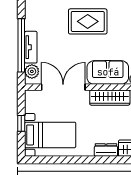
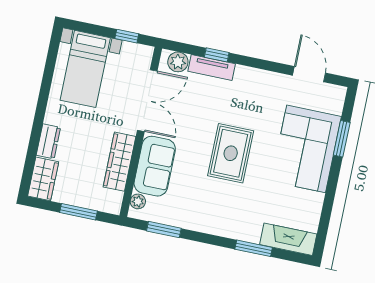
window: (21, 45) -> (217, 55), width x0.32
window: (21, 123) -> (127, 36), moved

